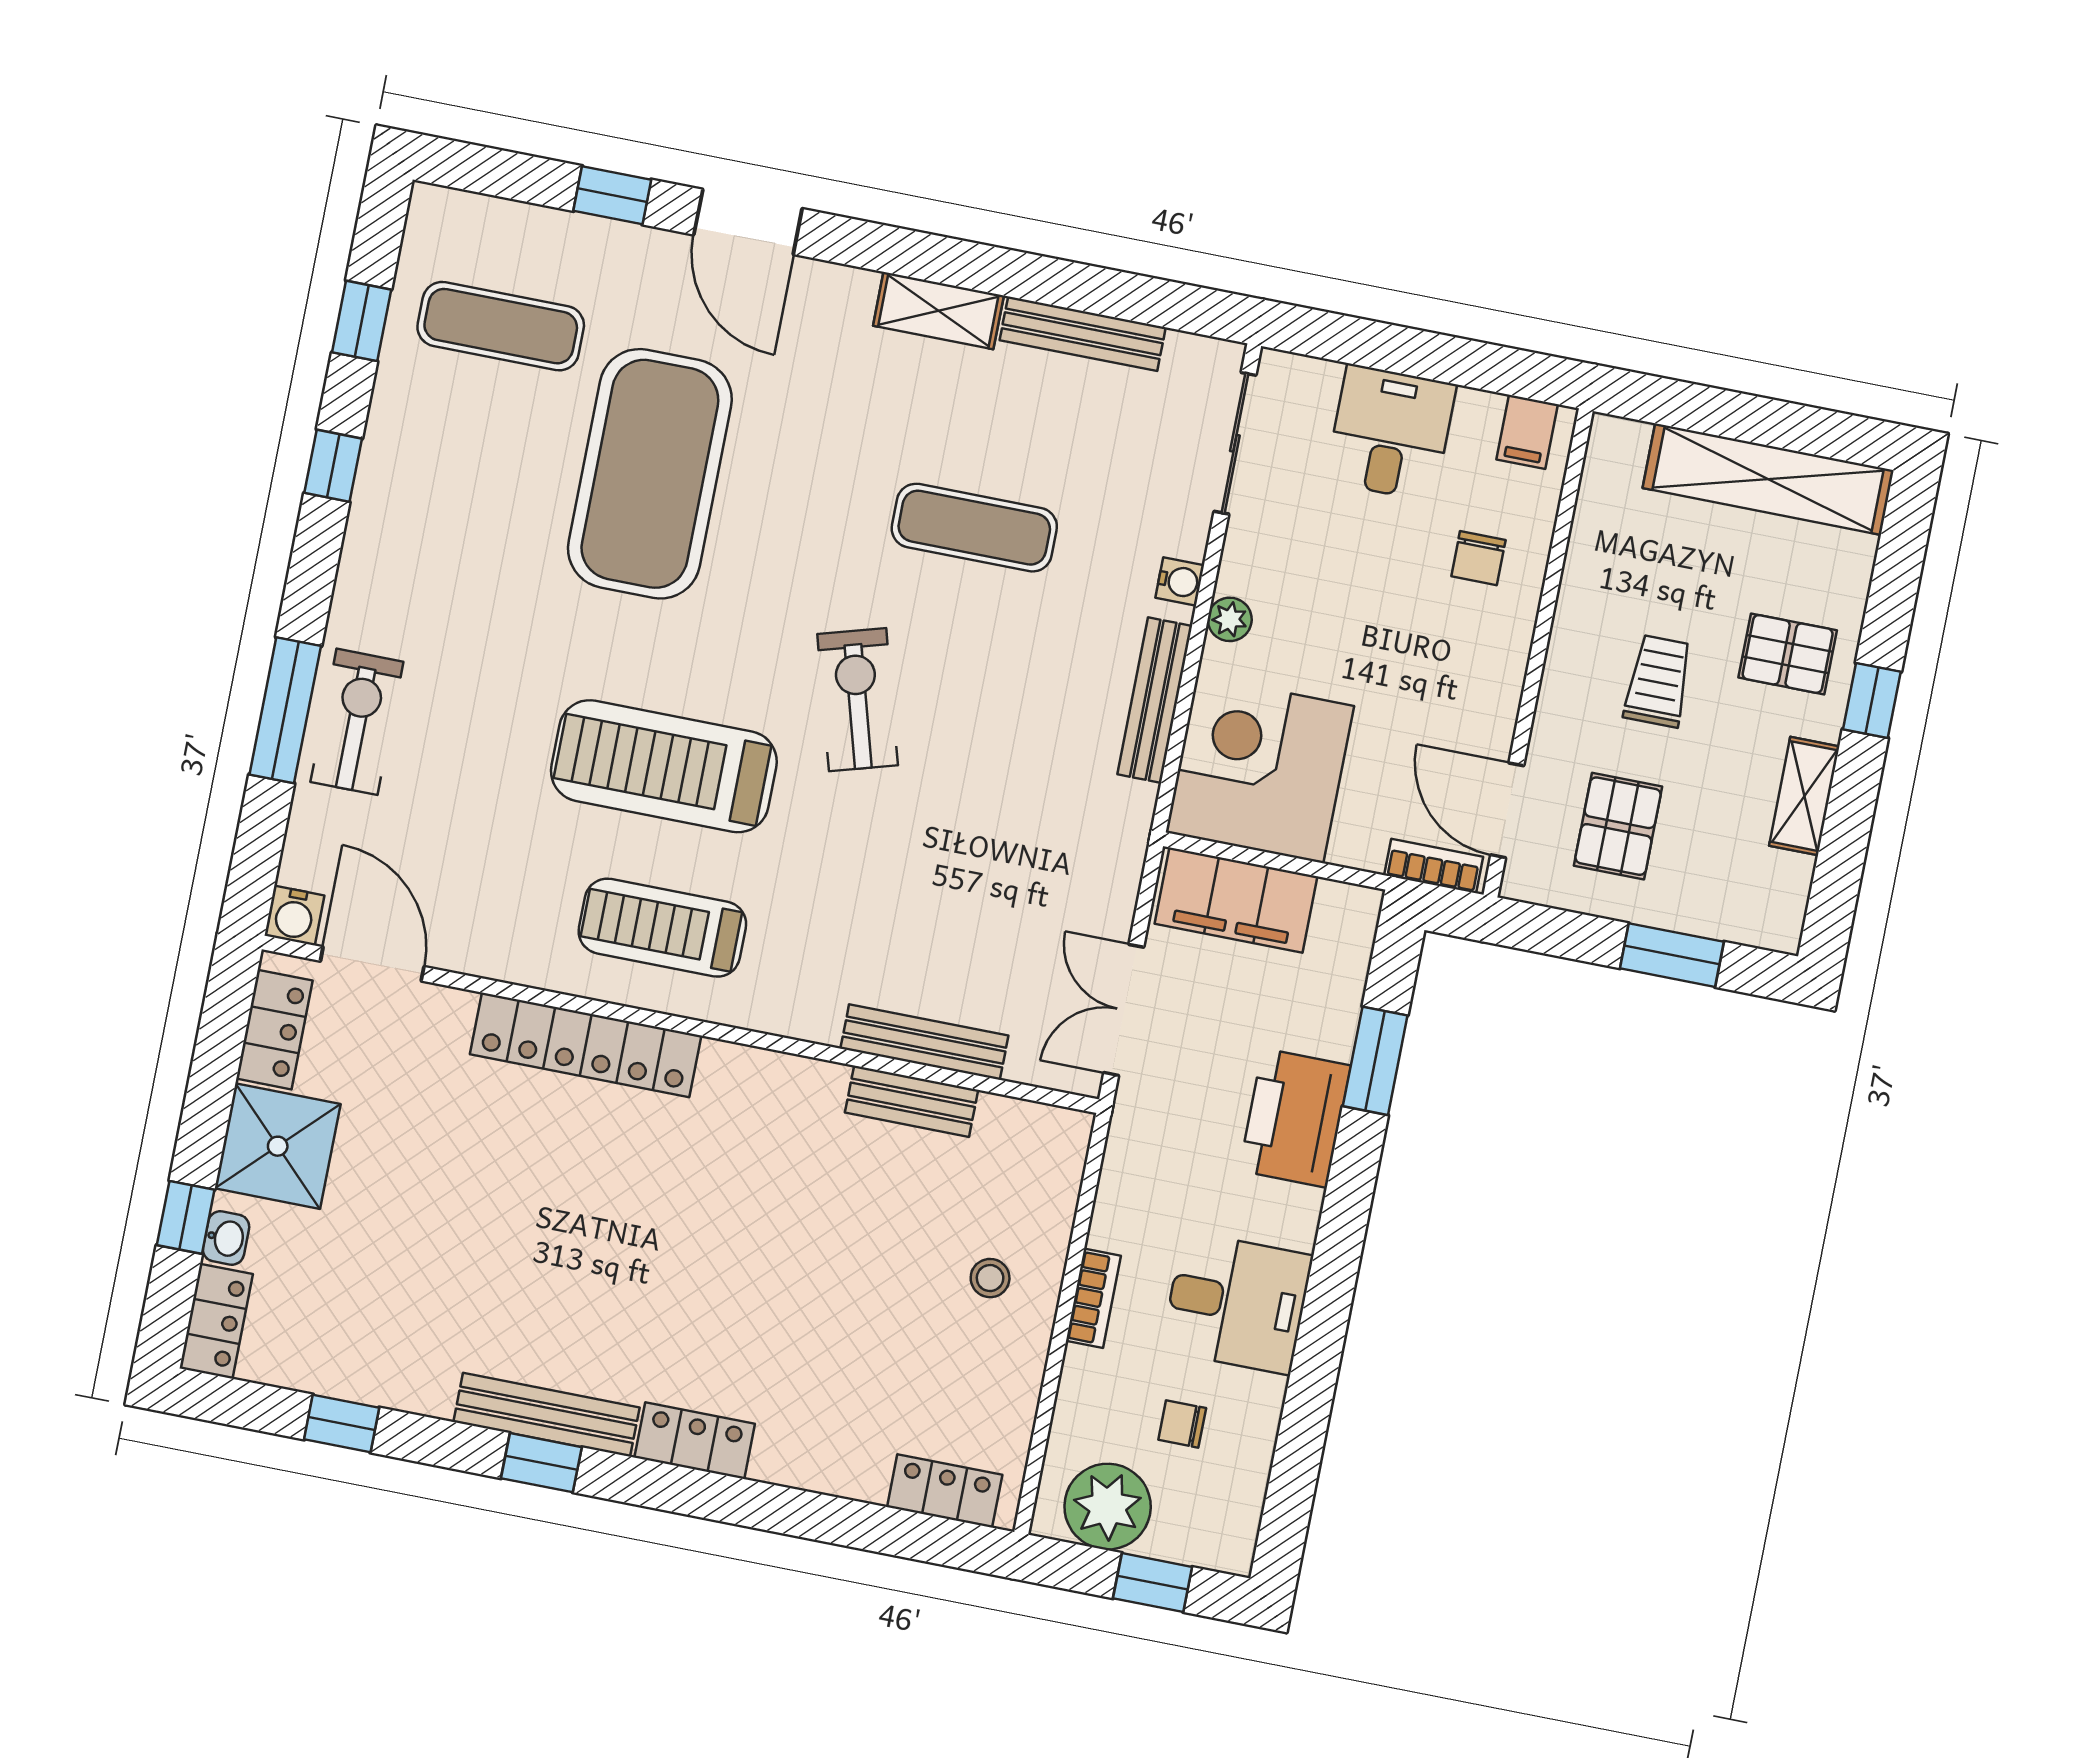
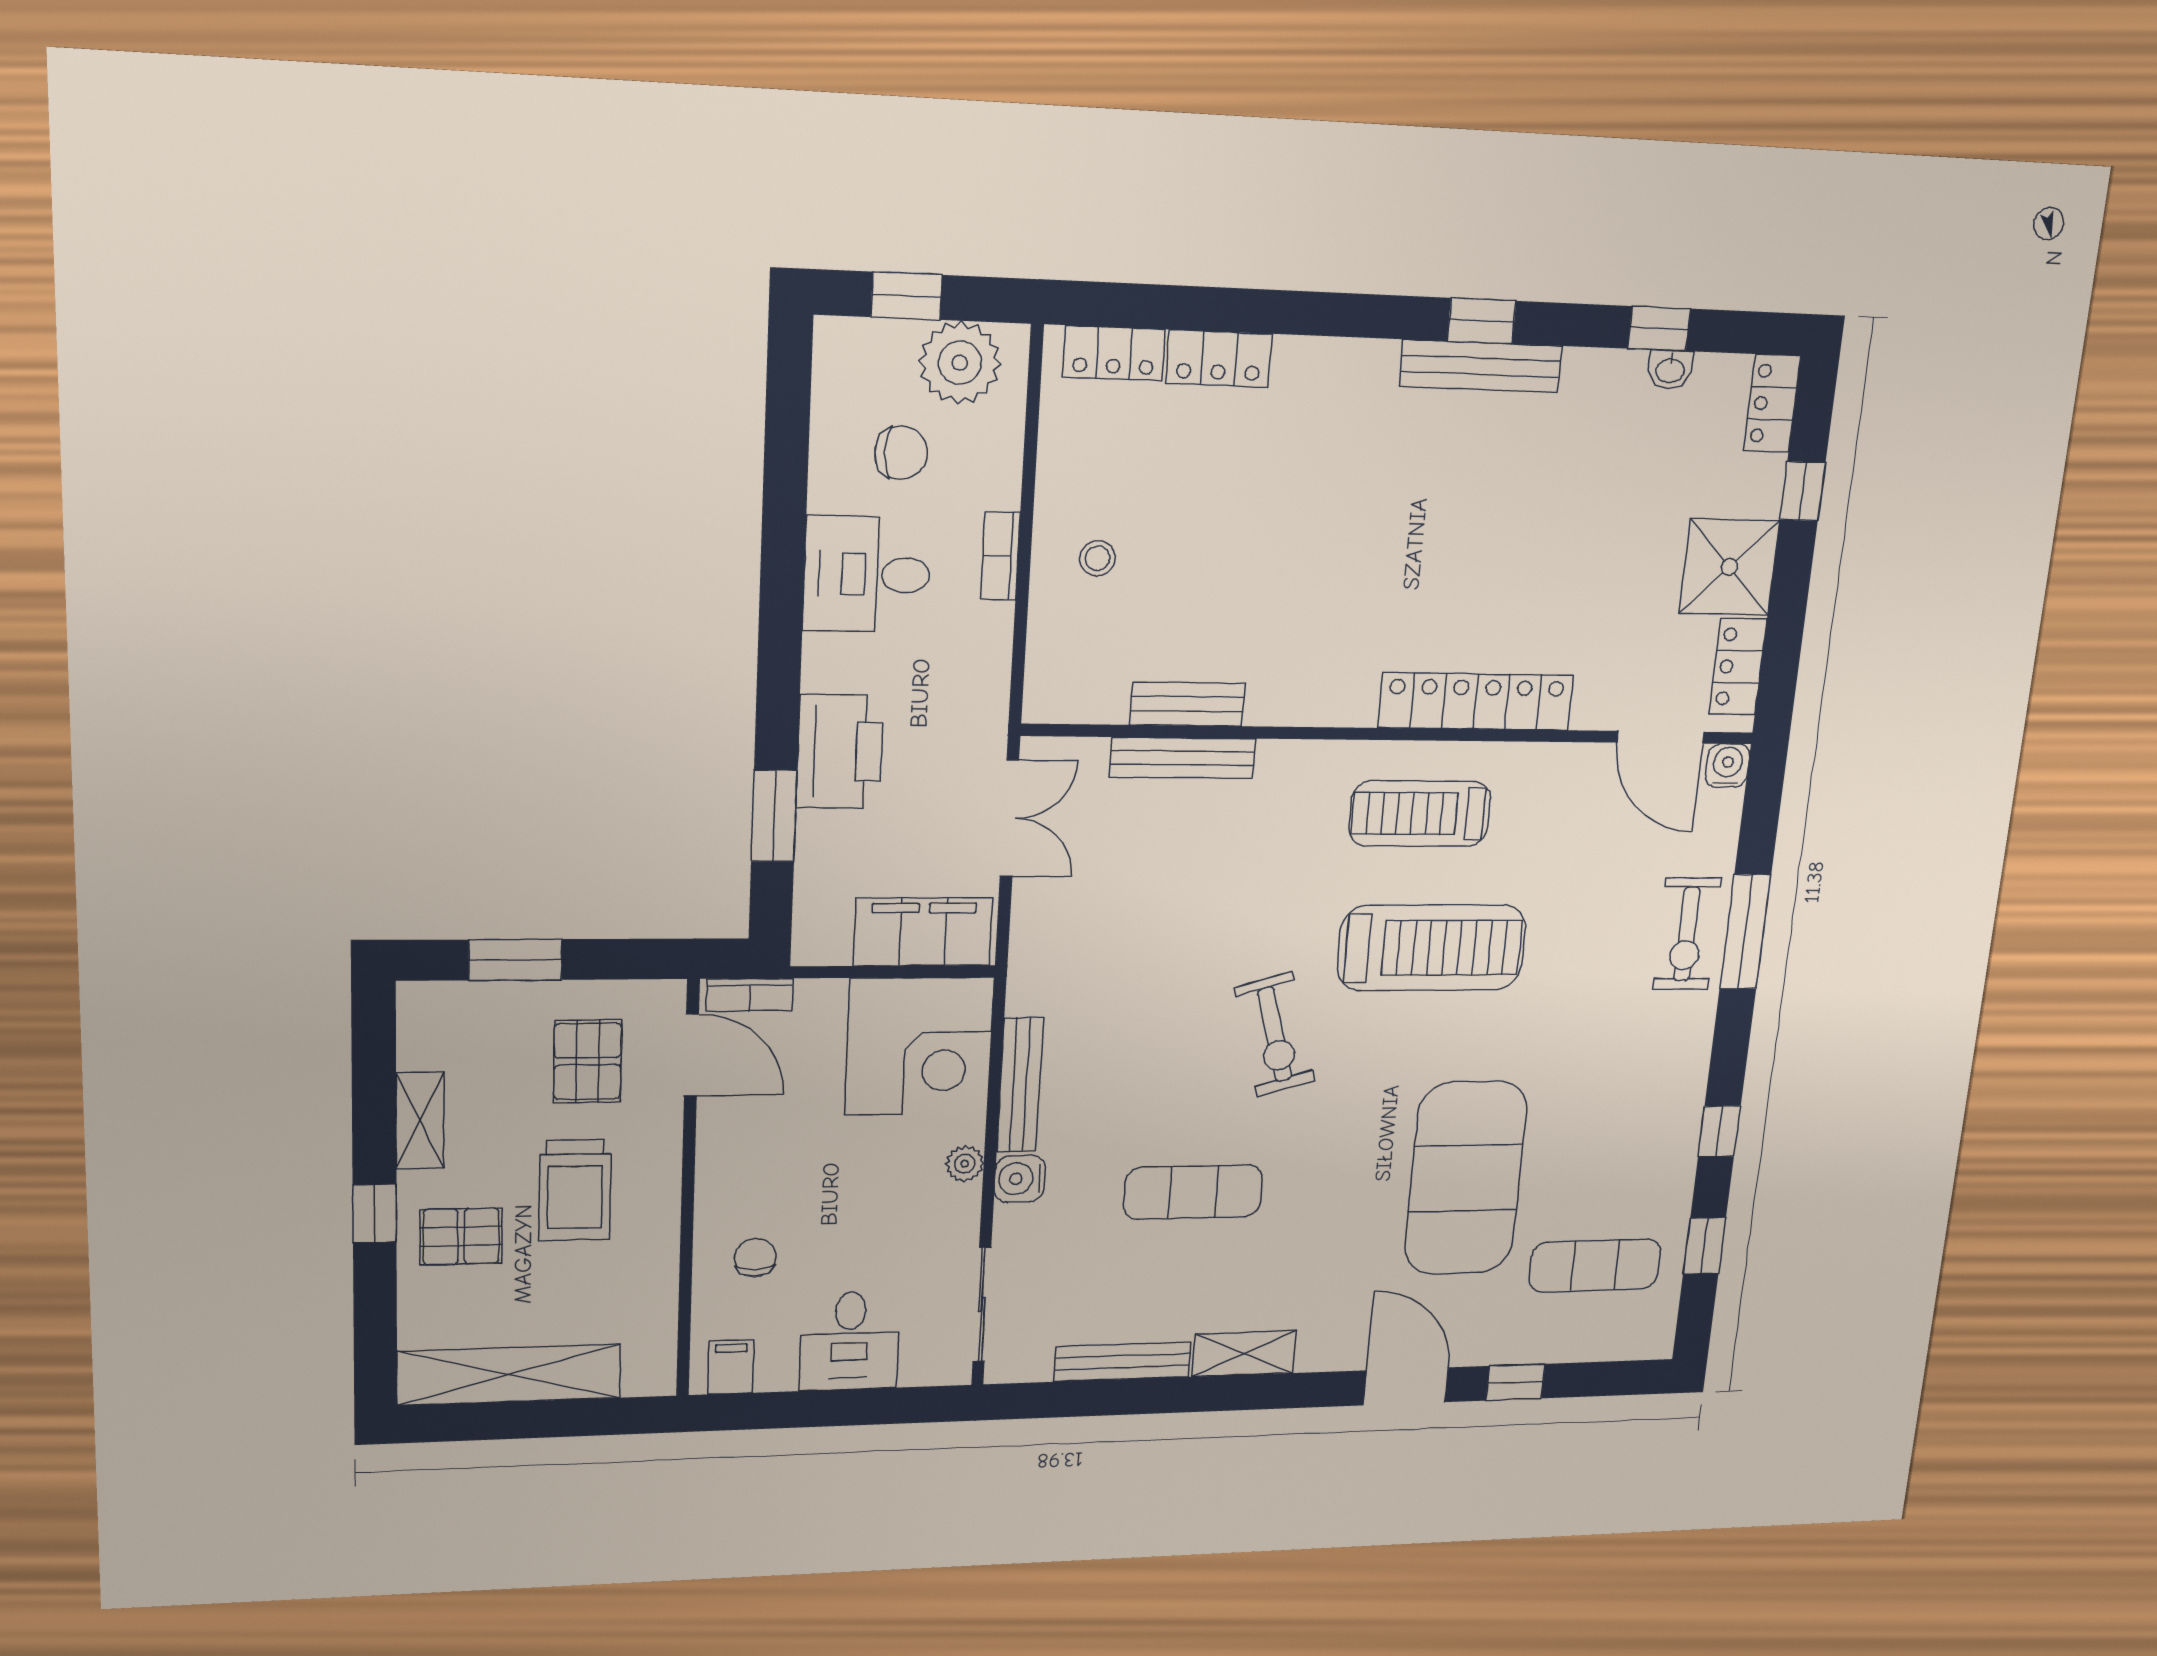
water cooler: (1180, 581) -> (1020, 1179), width x1.38, depth x1.38
trolley: (1658, 681) -> (575, 1190), width x1.36, depth x1.39
treadmill: (662, 928) -> (1420, 814), turned 180
washbasin: (226, 1238) -> (1670, 370), moved, turned -90
chair: (1182, 1424) -> (901, 453), width x1.37, depth x1.37
locker: (695, 1441) -> (1219, 359), moved

